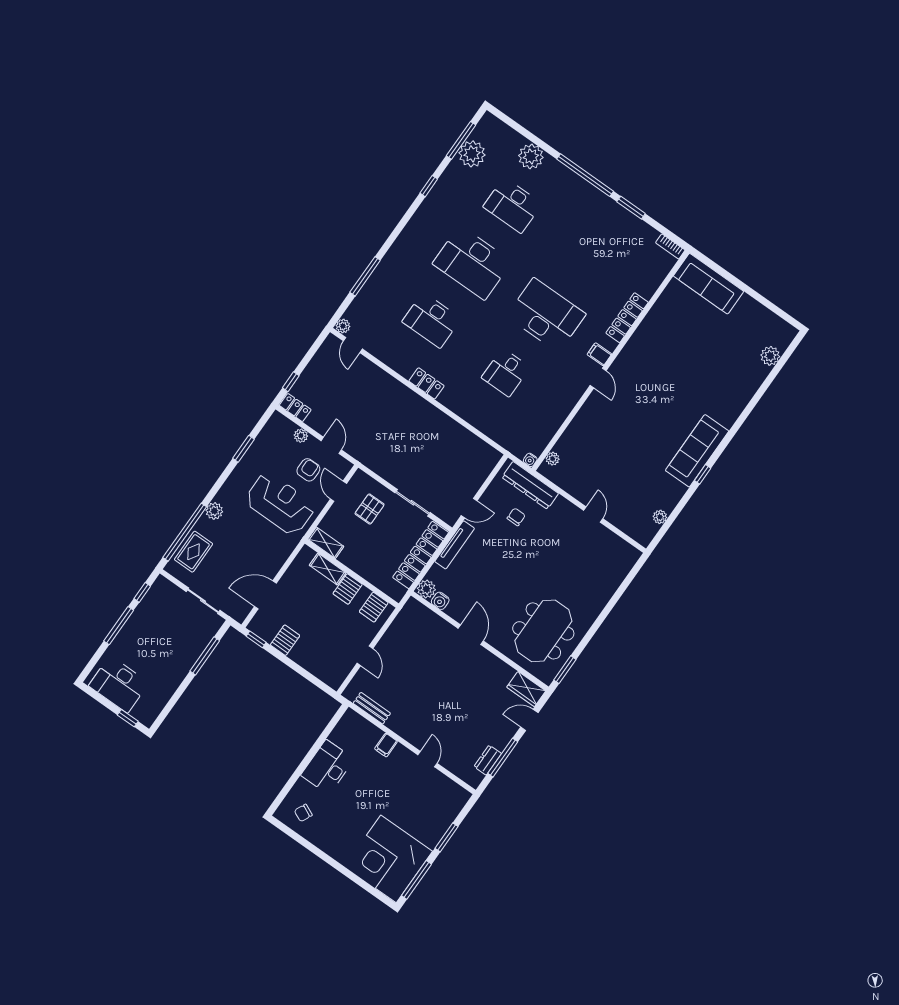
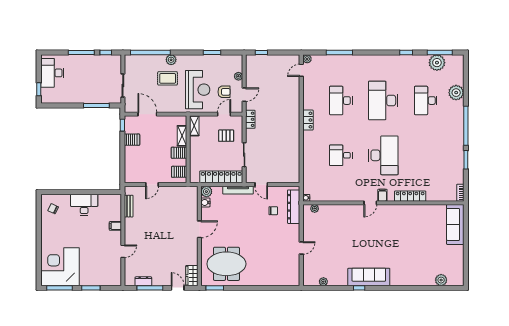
locker: (295, 408) -> (250, 119), moved
rug: (194, 552) -> (168, 78), moved

